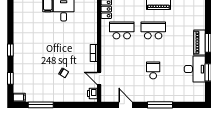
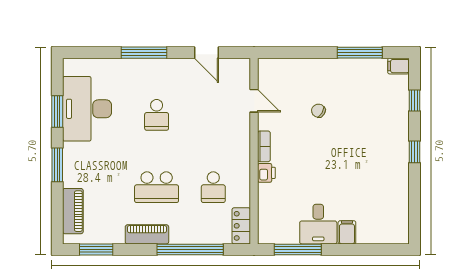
school desk: (122, 30) -> (213, 187), width x0.54
piano: (199, 42) -> (73, 211), moved
desk: (195, 69) -> (87, 109), width x1.36, depth x1.30
printer: (92, 93) -> (266, 173), moved

